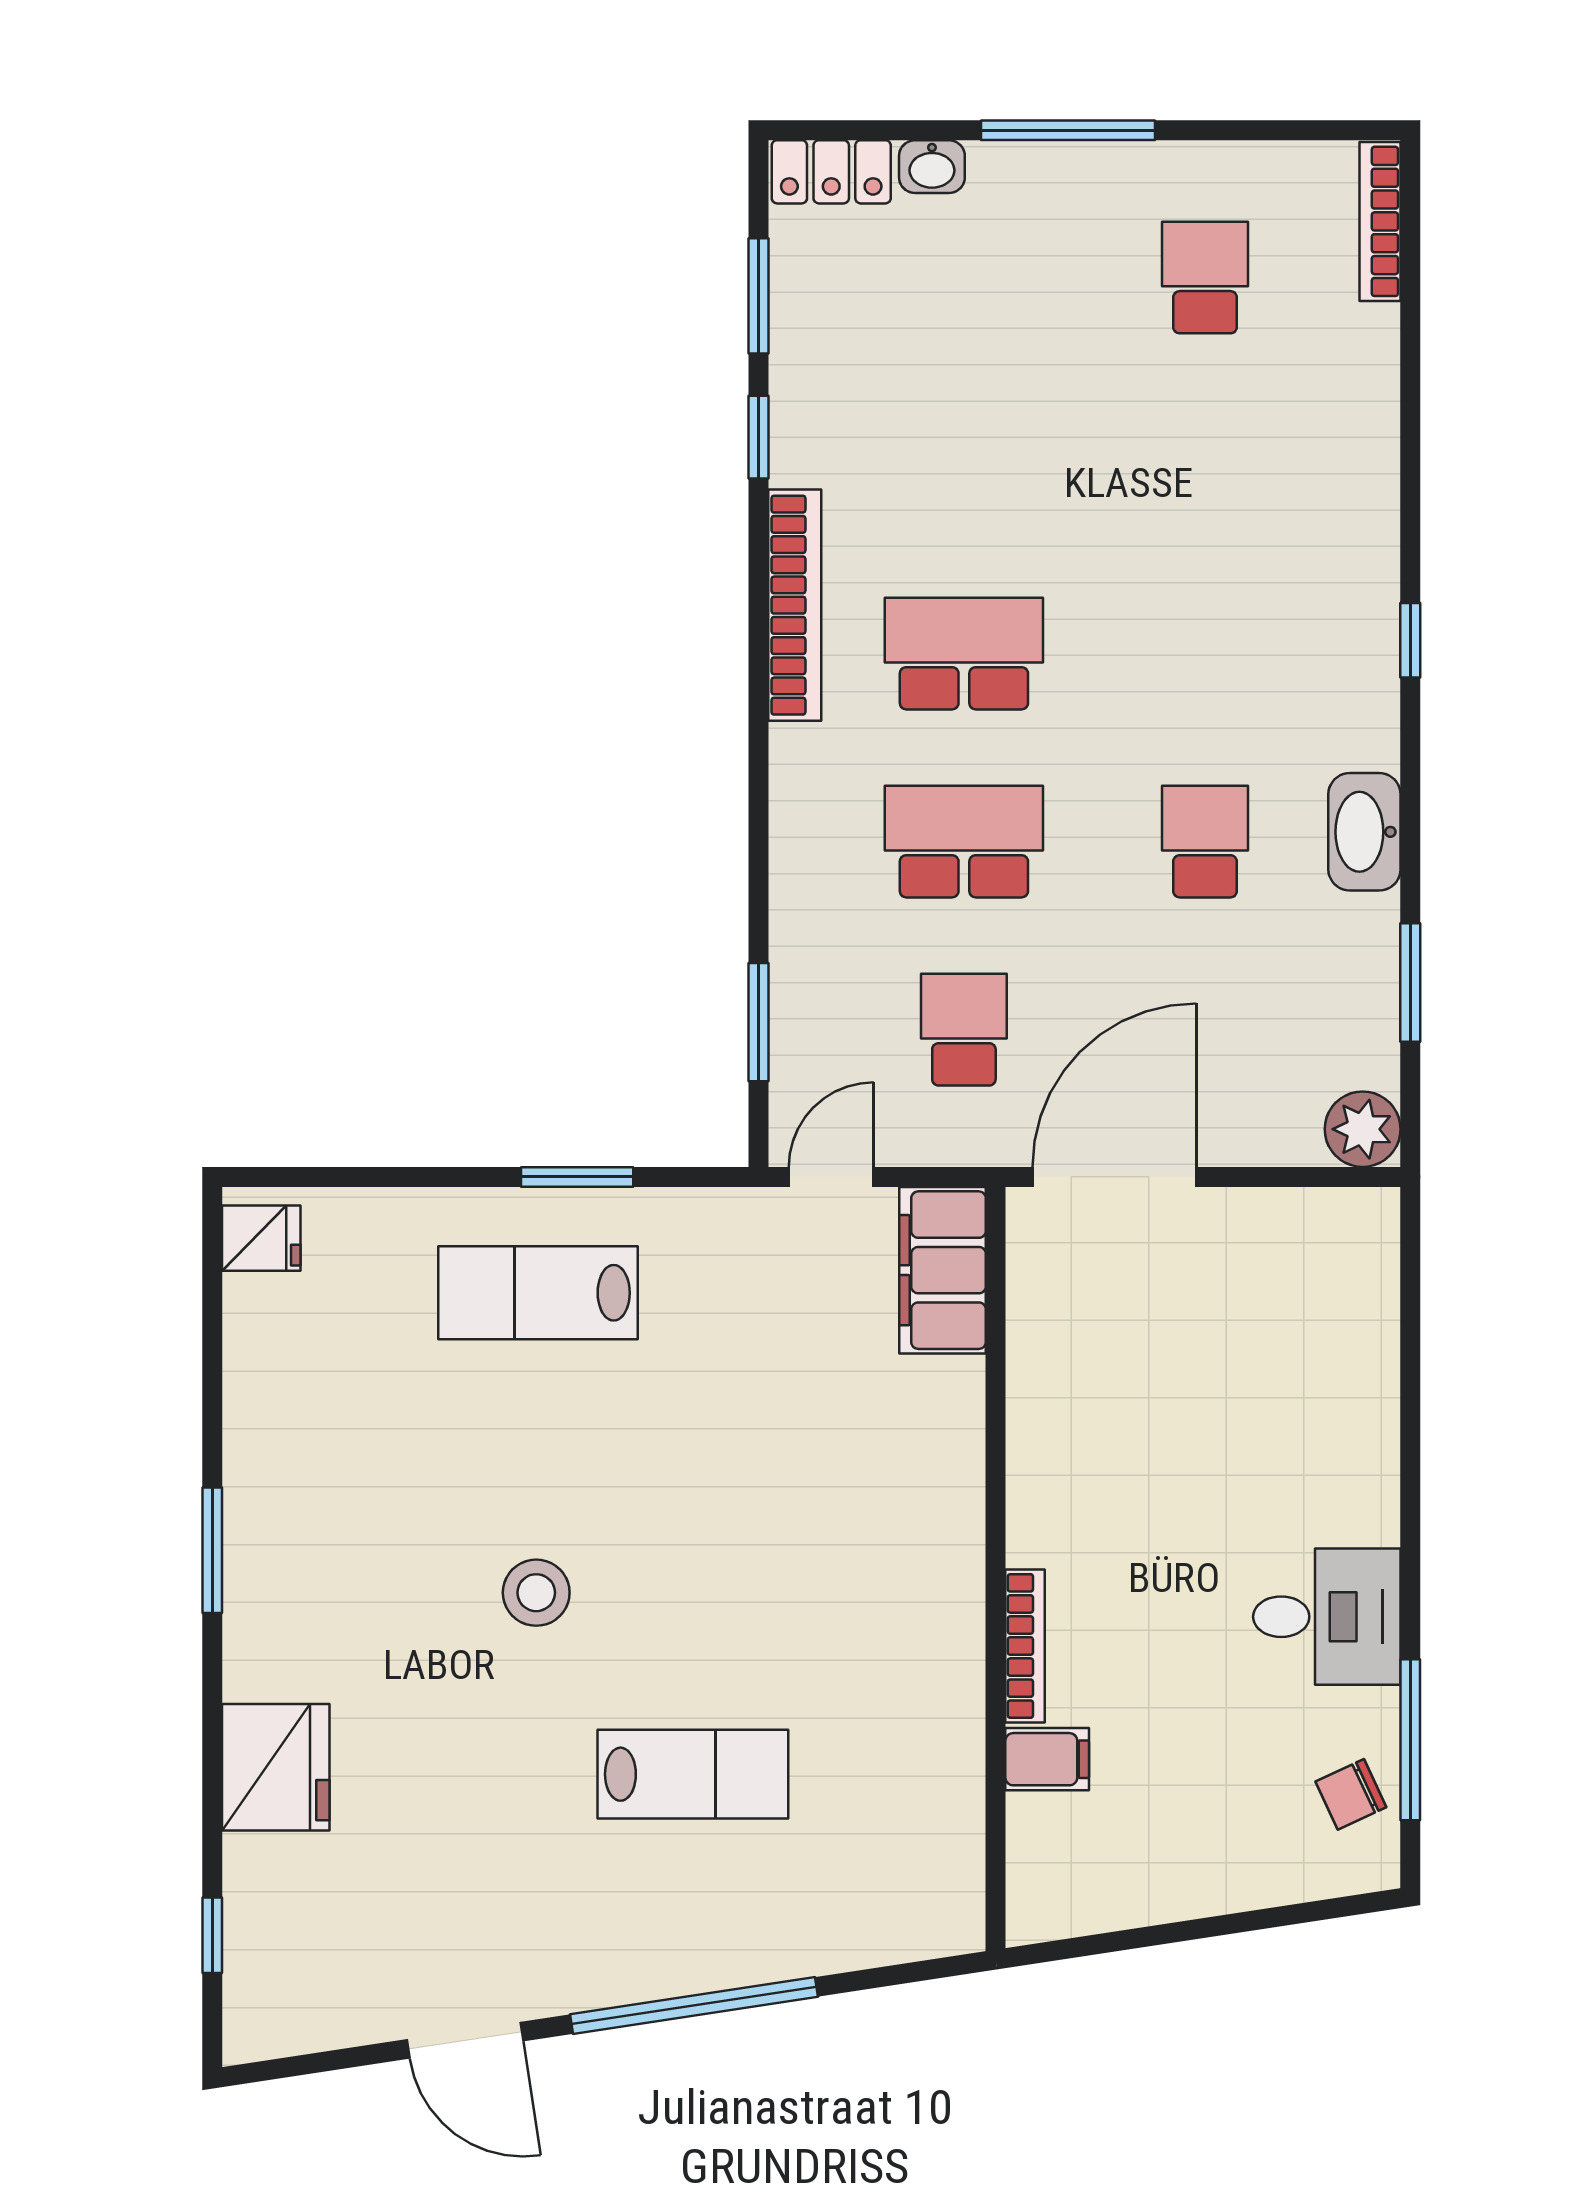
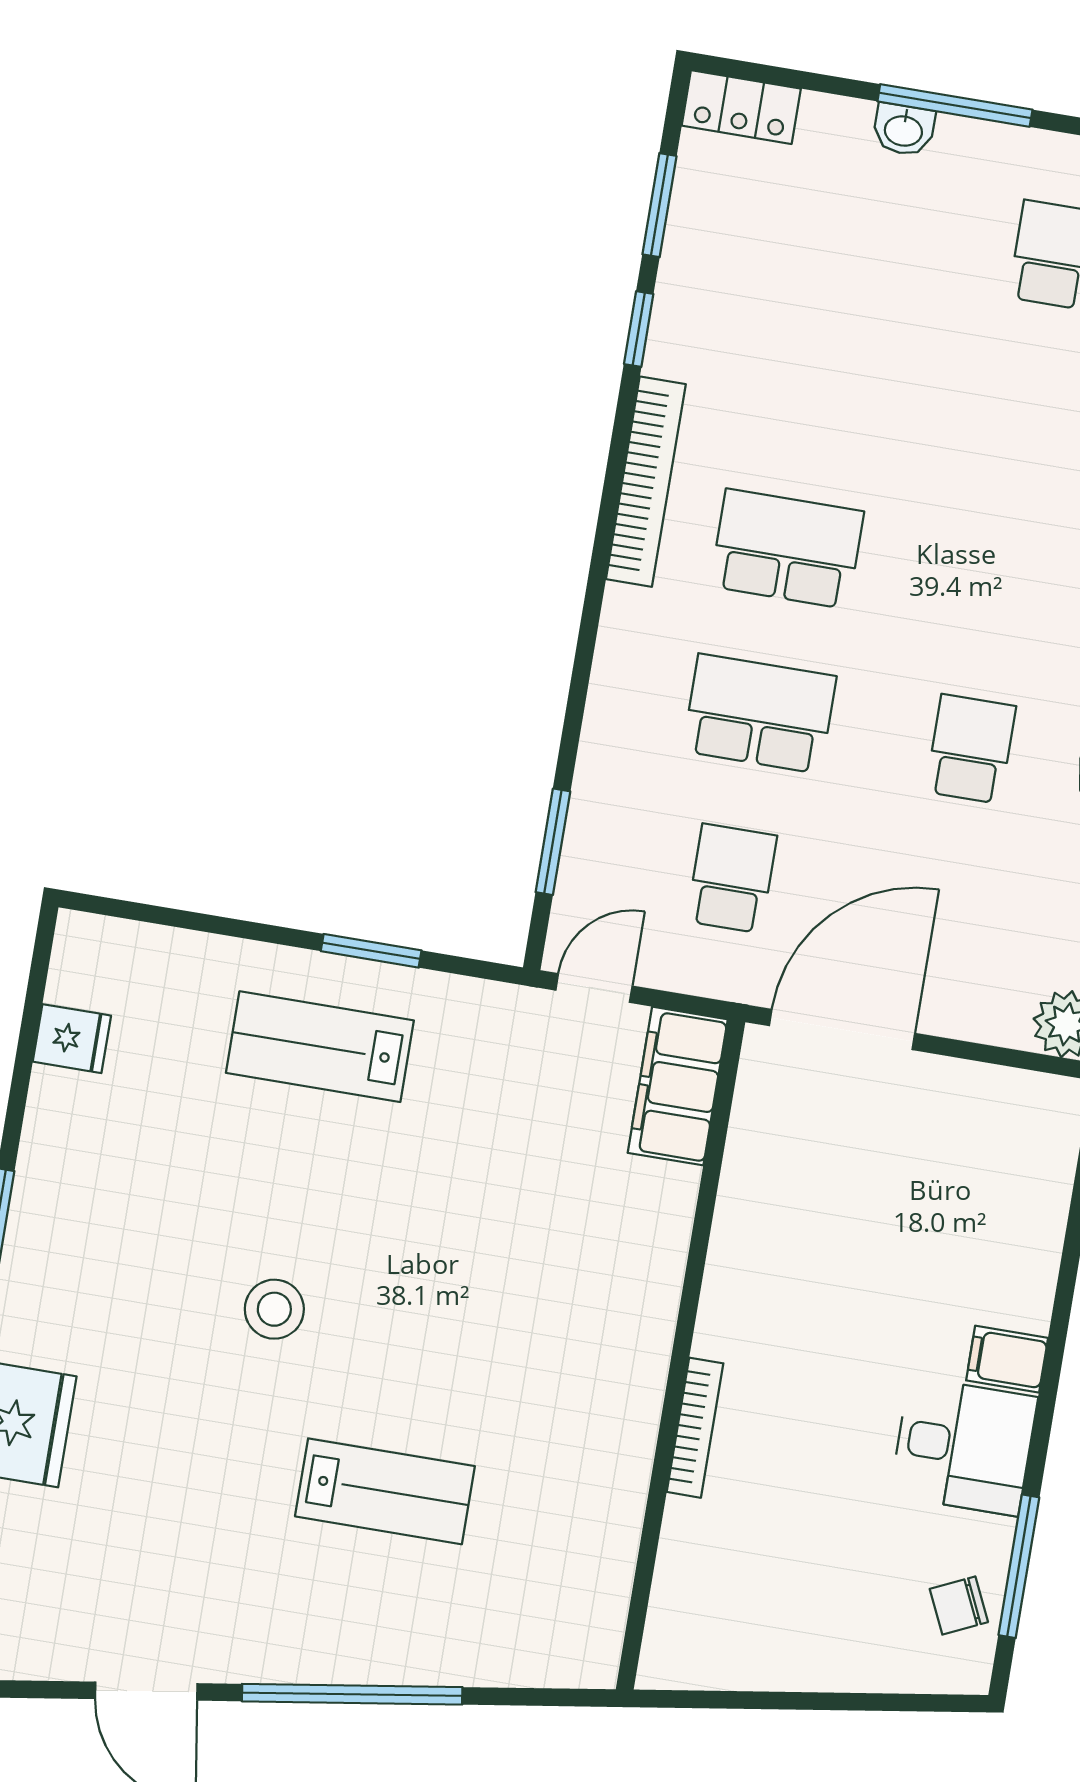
washbasin: (932, 167) -> (904, 130), moved
fridge: (261, 1238) -> (72, 1039), moved
filing cabinet: (1047, 1759) -> (1007, 1359), moved, turned 180

